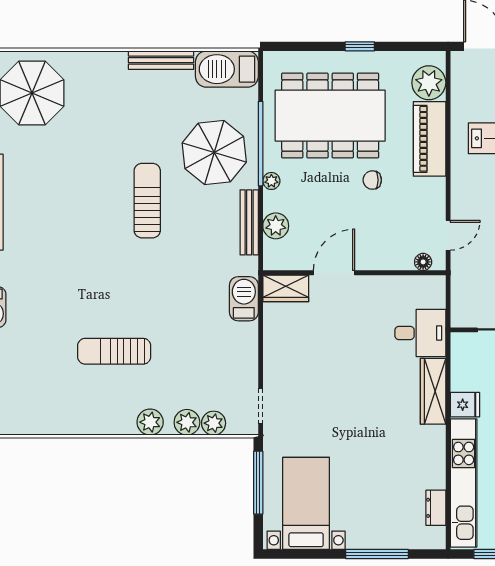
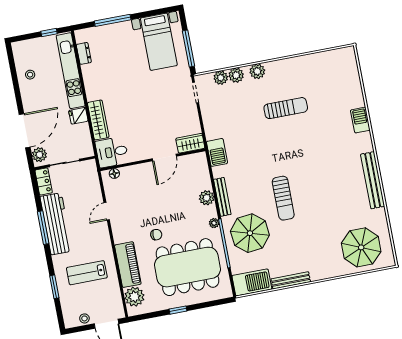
floor lamp: (423, 262) -> (114, 173), moved
door: (334, 273) -> (164, 158), moved
wall: (354, 273) -> (153, 160), moved
wardrobe: (286, 288) -> (190, 143), moved

